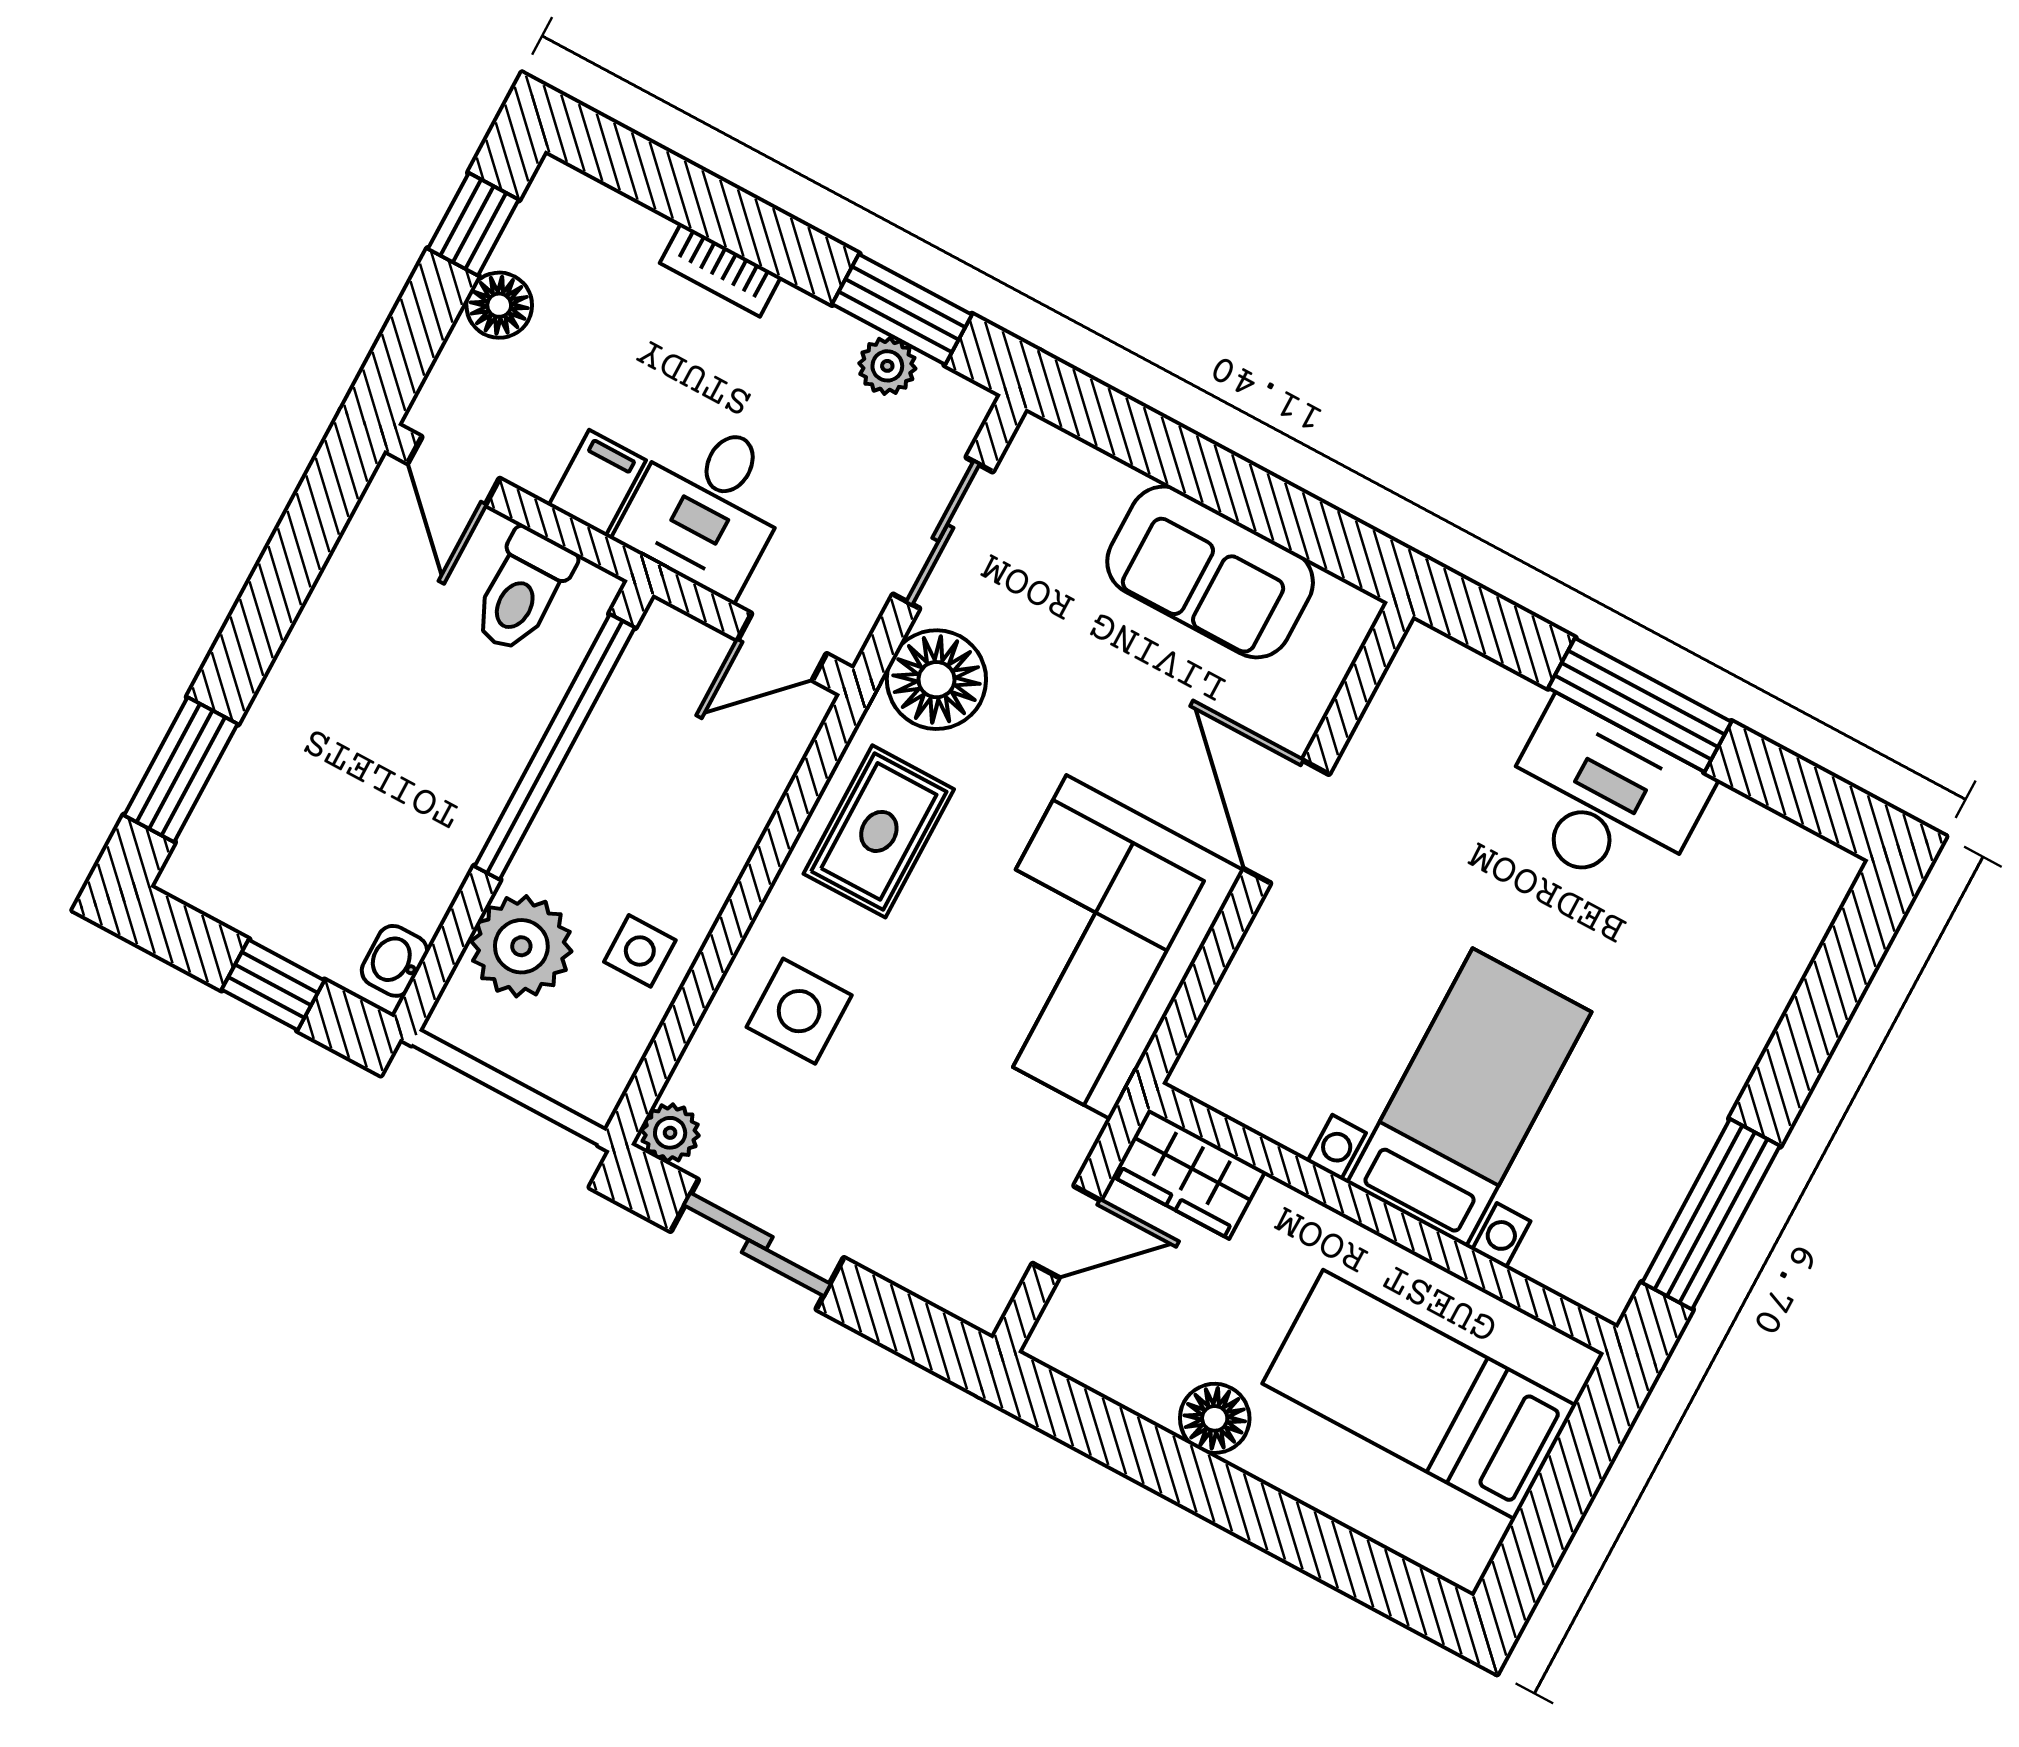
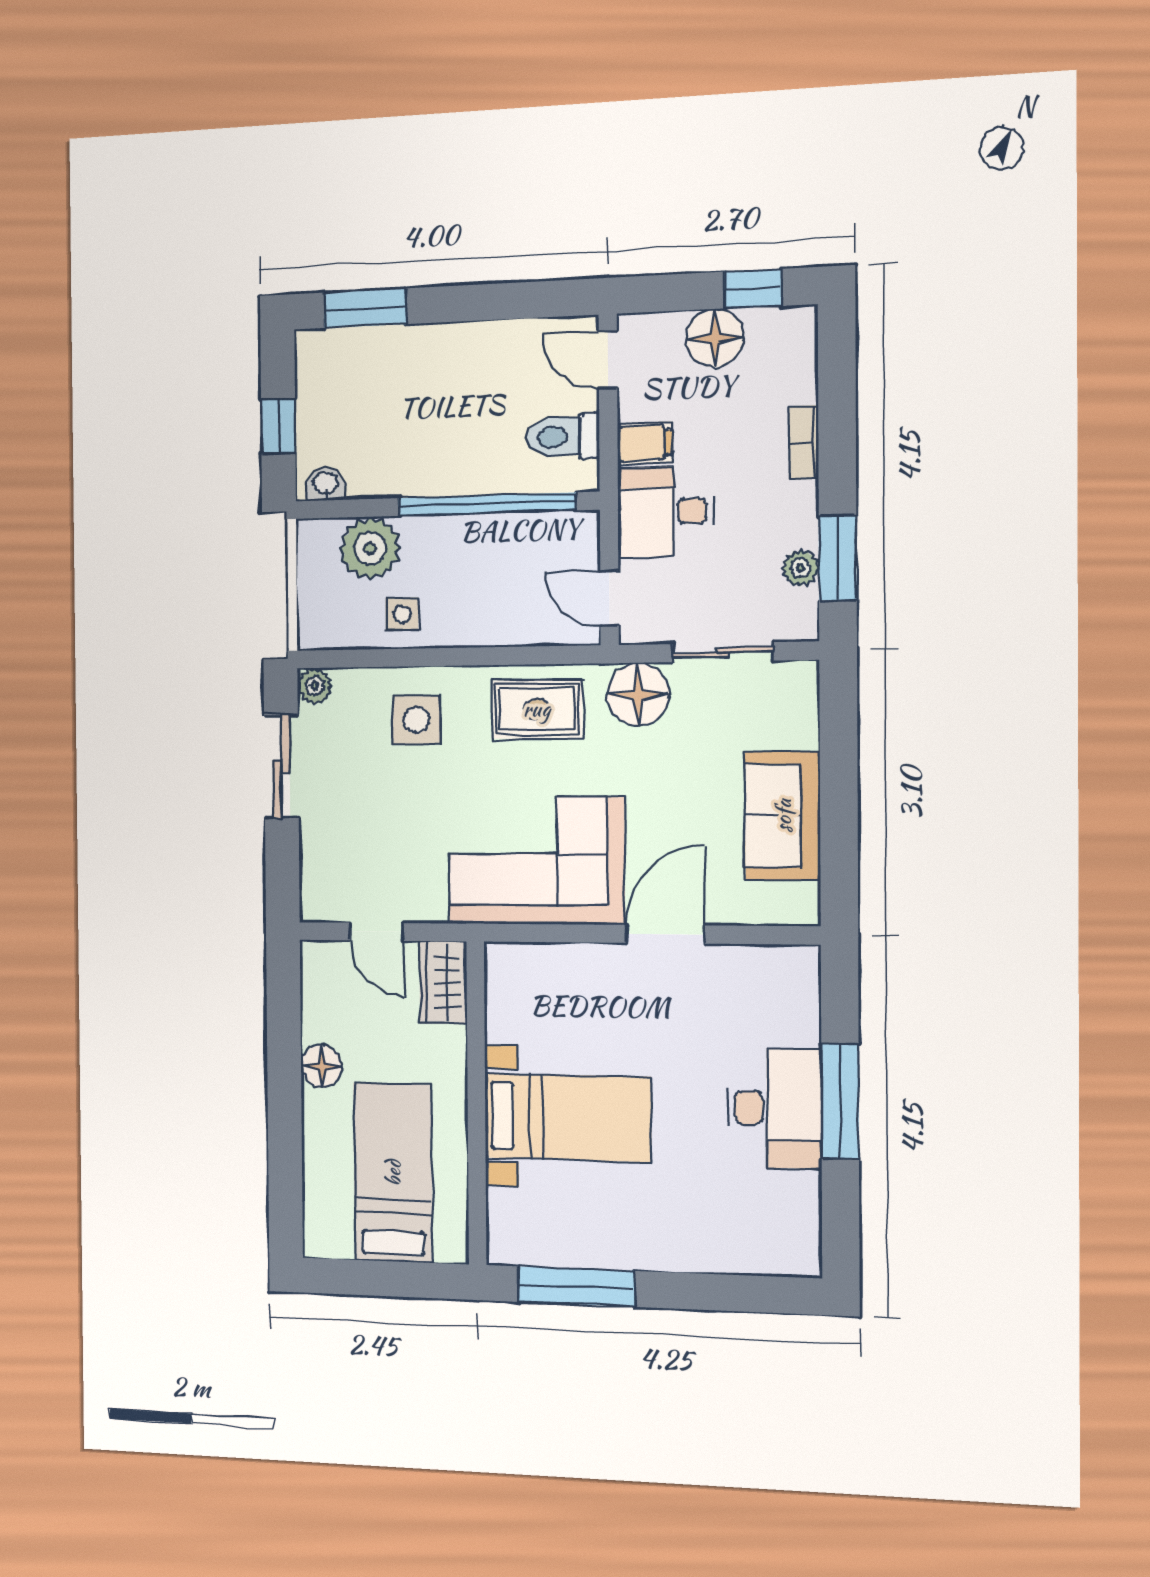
floor lamp: (499, 305) -> (715, 338), width x1.38, depth x1.38
door: (454, 471) -> (608, 360), hinge flipped

